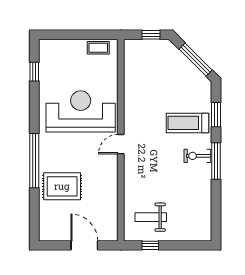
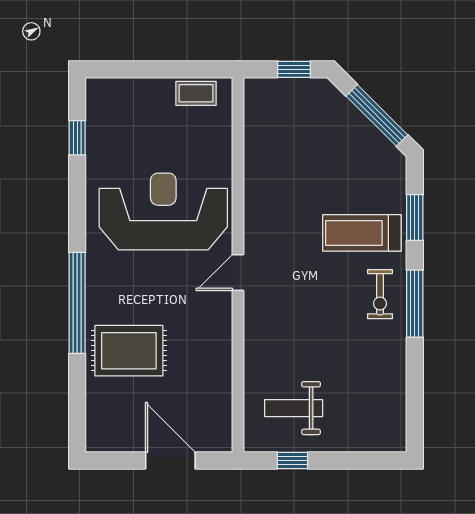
exercise bike: (197, 156) -> (380, 294), turned -90

